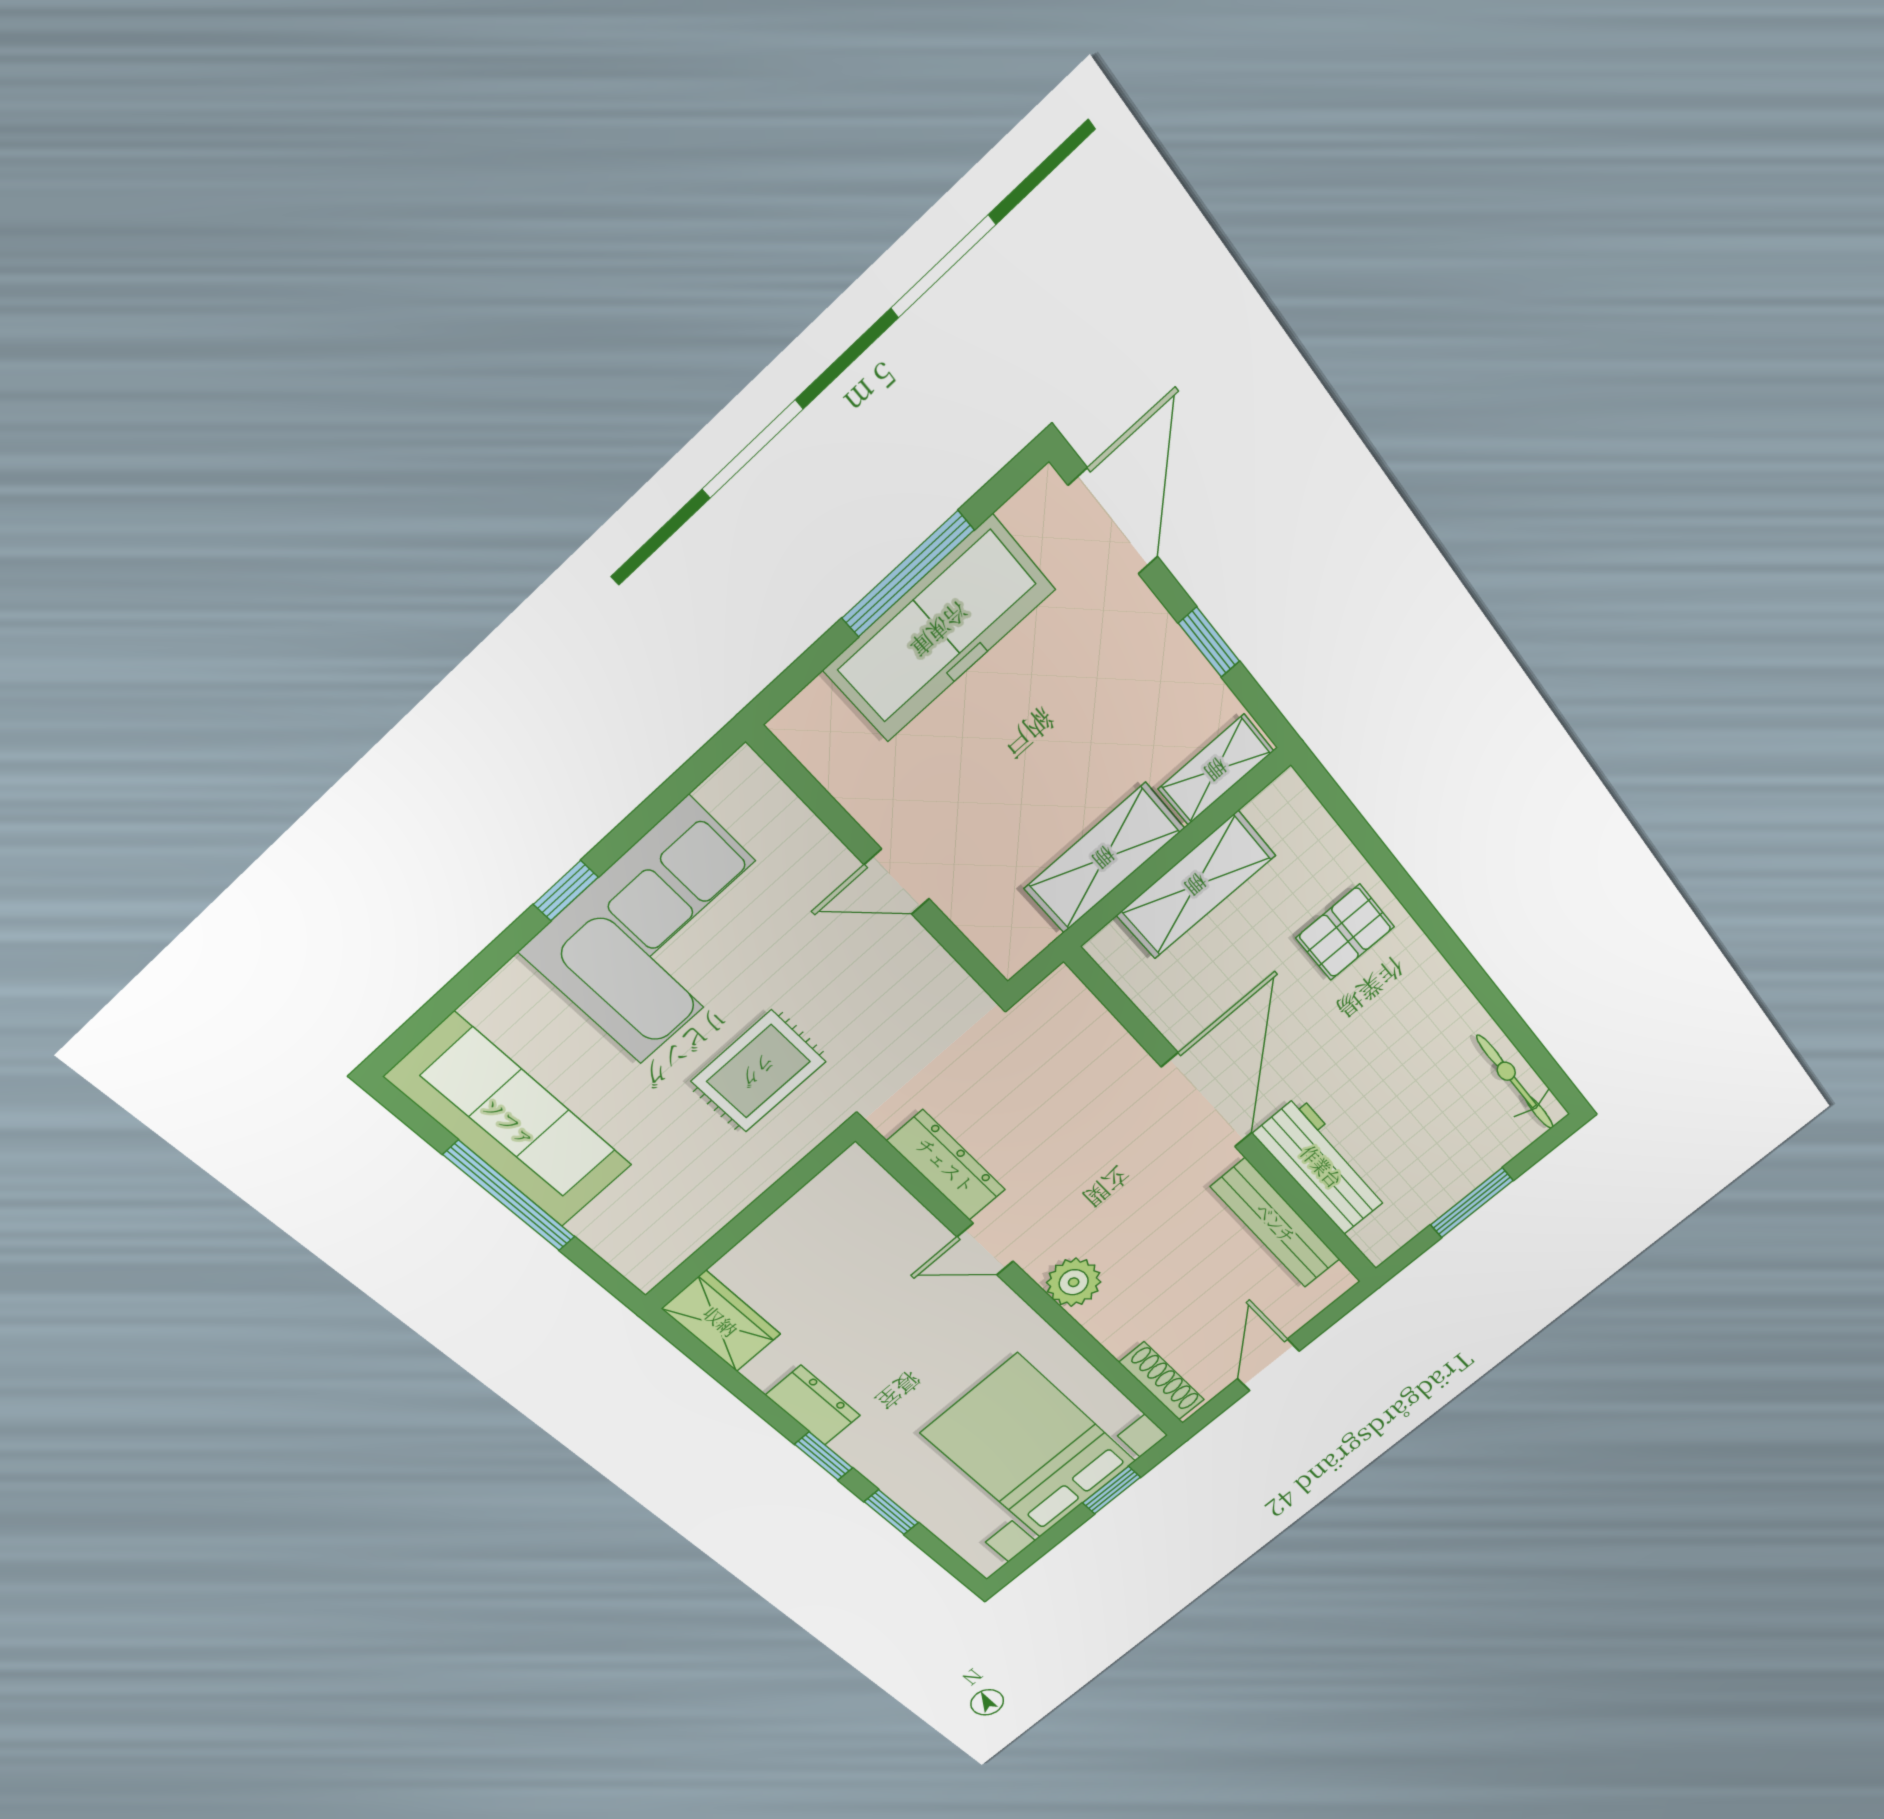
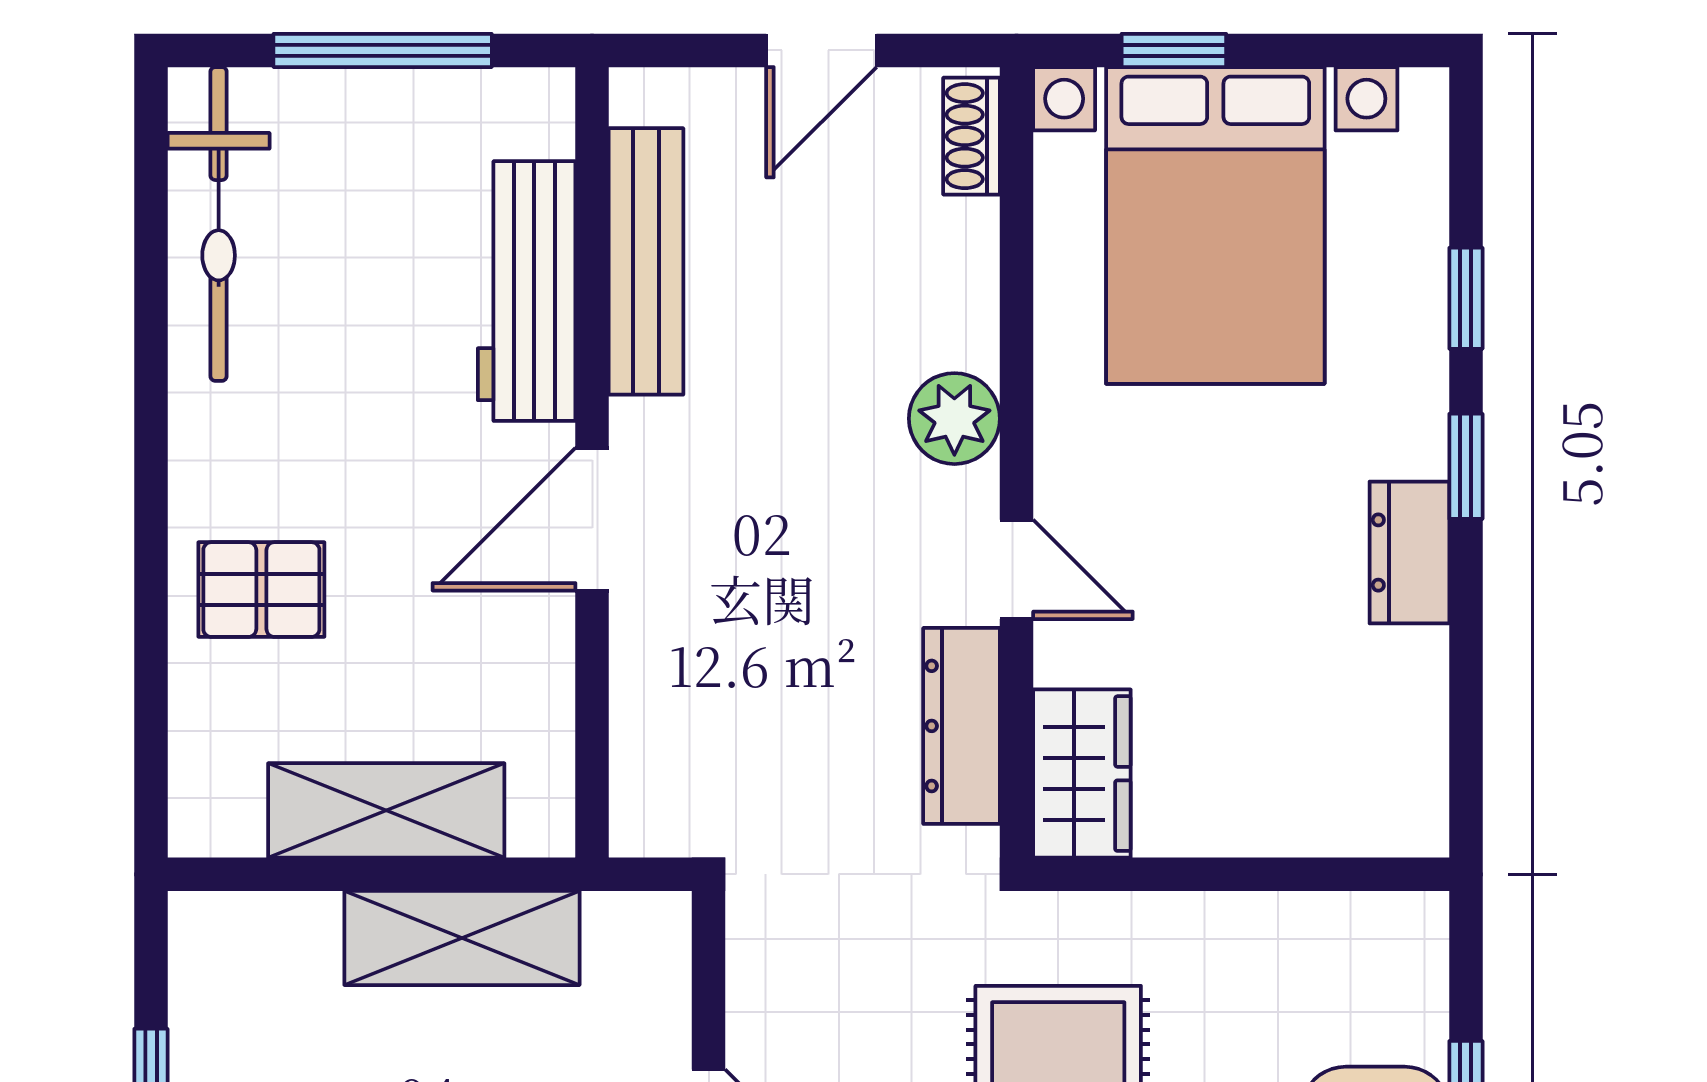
shelving: (1216, 770) -> (256, 928), removed
bicycle: (1515, 1082) -> (219, 224), width x1.37, depth x1.40
door: (1207, 1100) -> (592, 519), width x0.73
window: (1472, 1203) -> (383, 50), width x1.44
wardrobe: (721, 1321) -> (1082, 774), moved, turned 180
shoe rack: (1162, 1381) -> (972, 136), width x0.70

